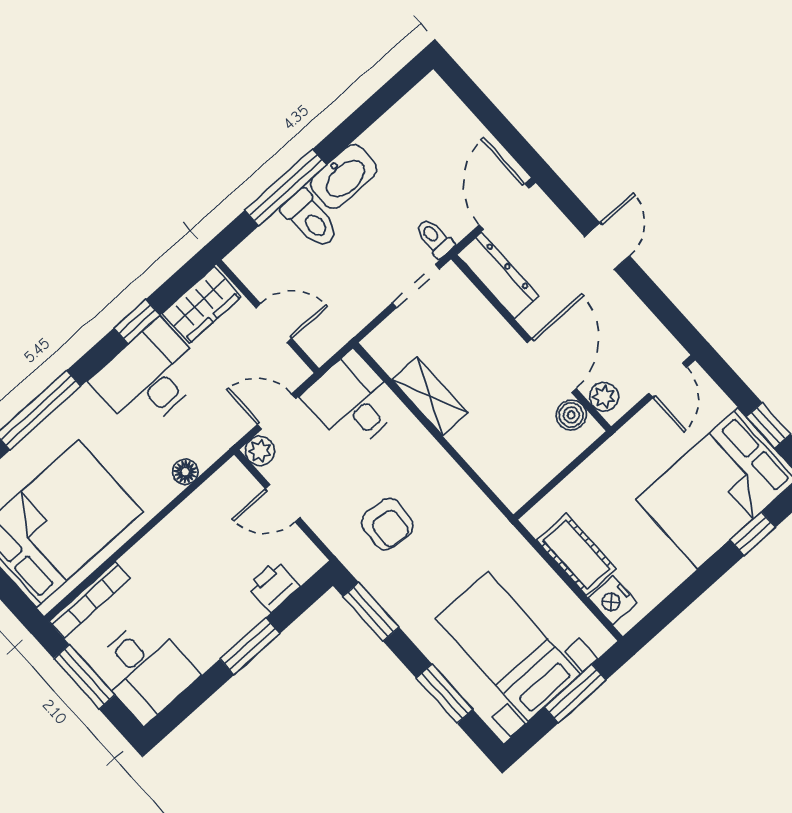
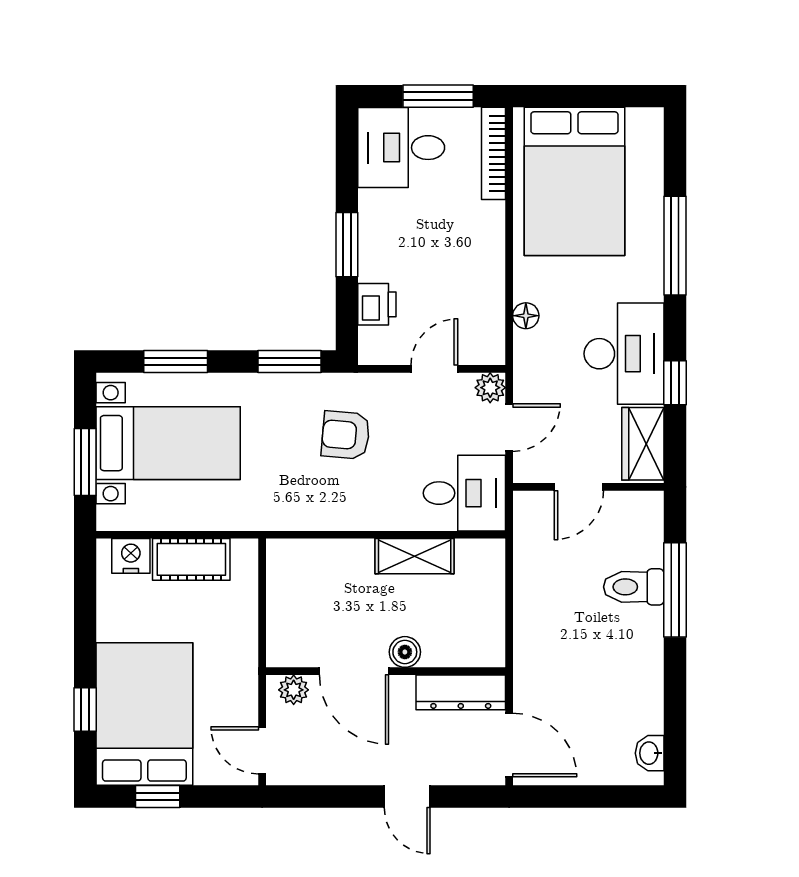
washbasin: (344, 177) -> (650, 753), moved, width x0.52, depth x0.69
toilet: (435, 238) -> (533, 670), removed
doorway: (416, 286) -> (509, 622), removed
boiler: (571, 415) -> (405, 652), moved

